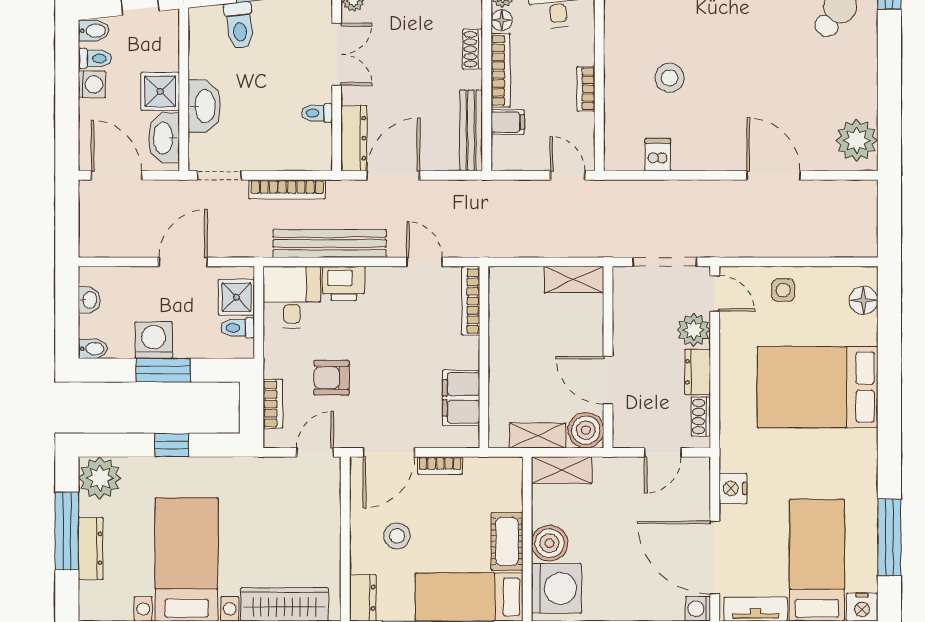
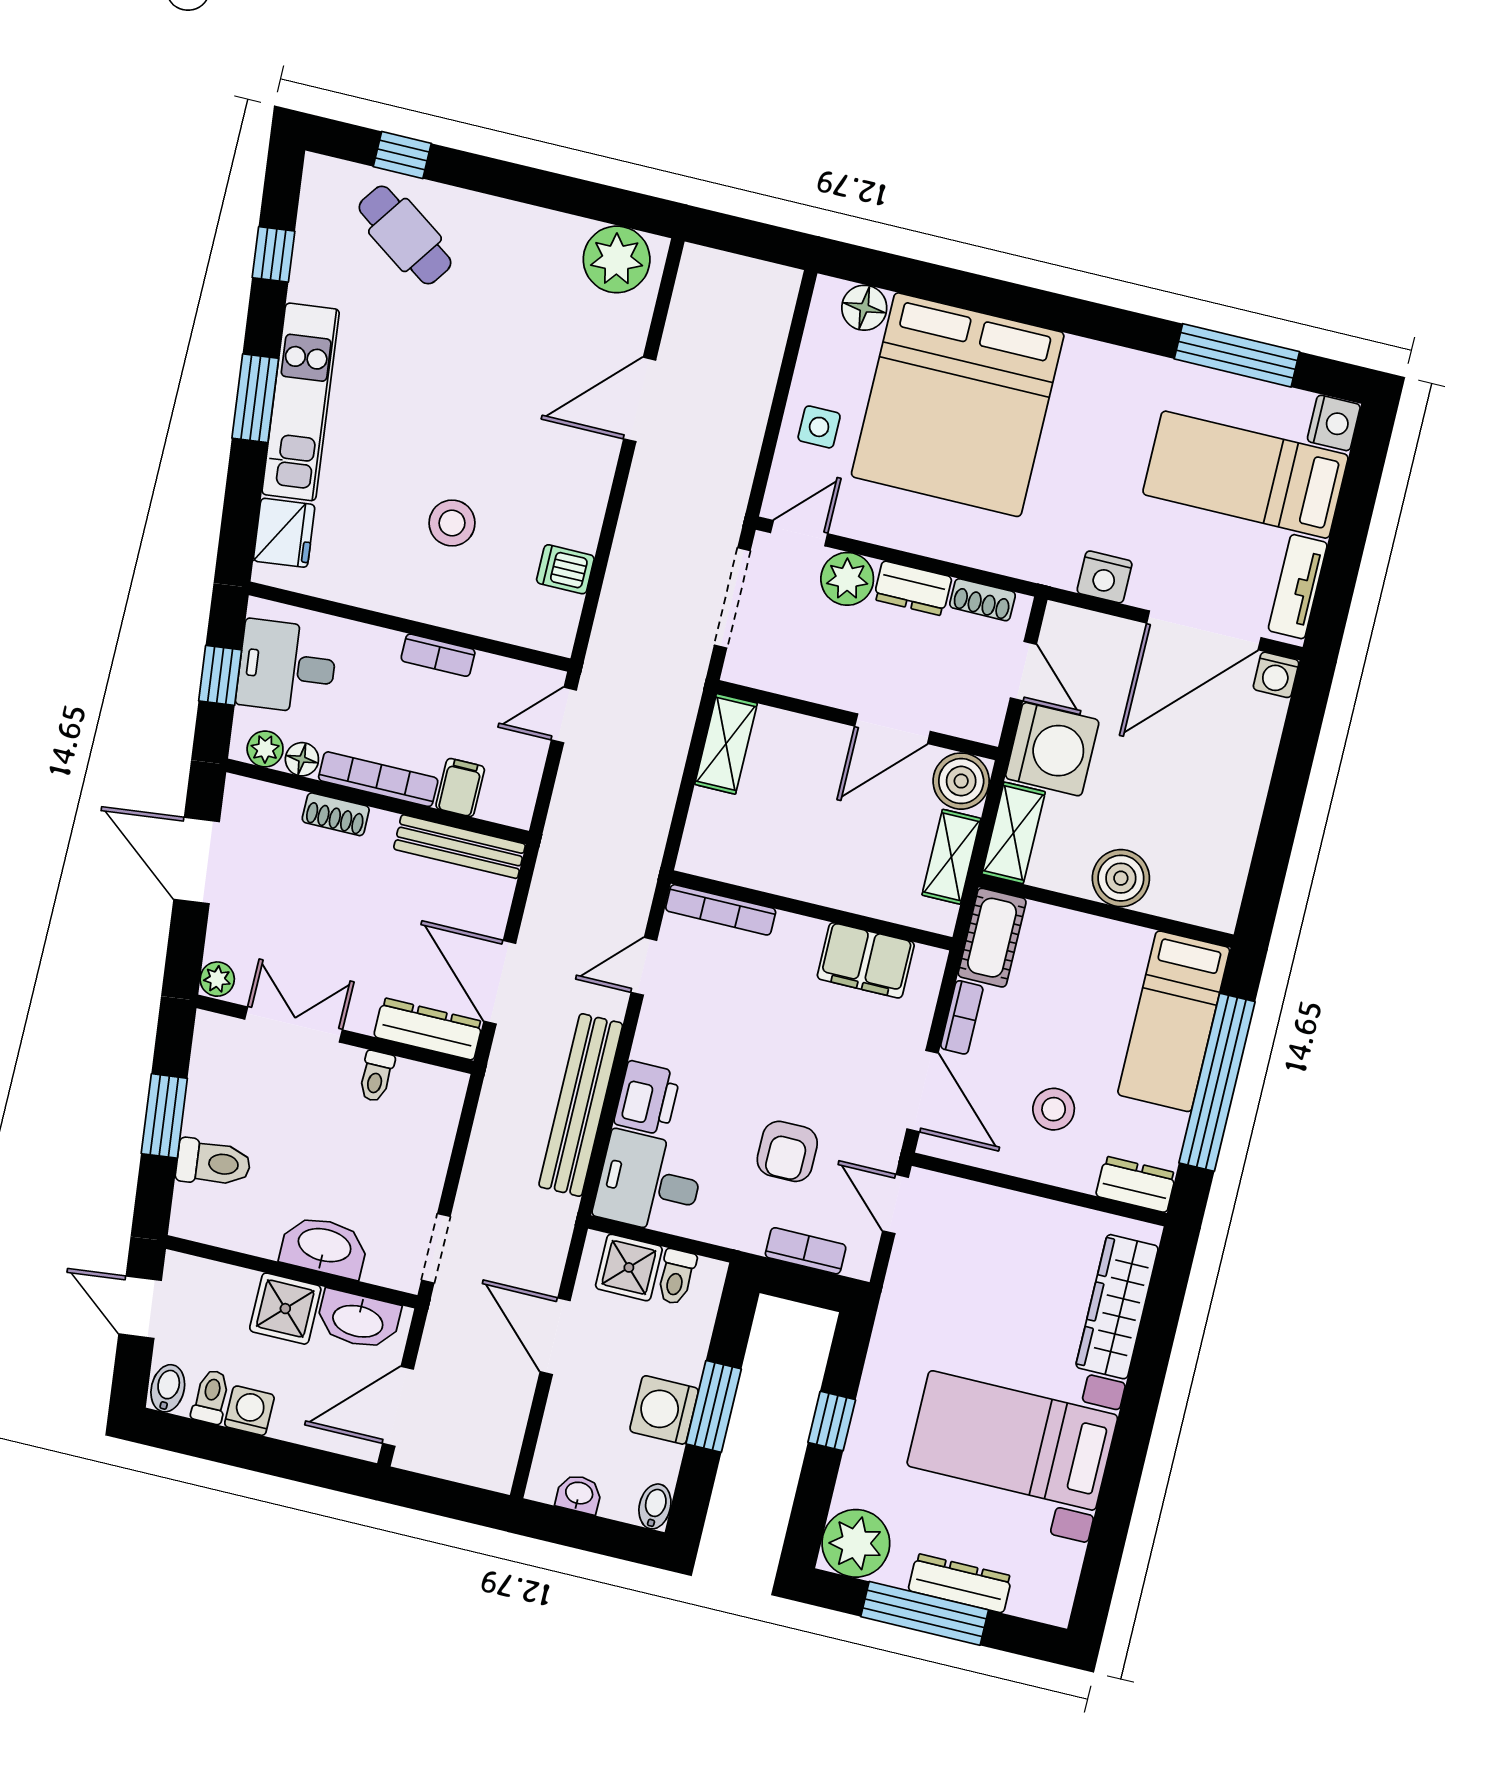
bookcase: (287, 189) -> (482, 1150), removed
bed: (818, 387) -> (958, 405), width x1.36
cot: (507, 541) -> (992, 938), moved, turned 90
washing machine: (556, 589) -> (1052, 749), moved, turned 90

